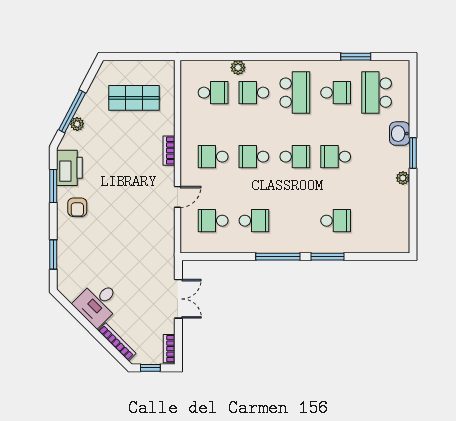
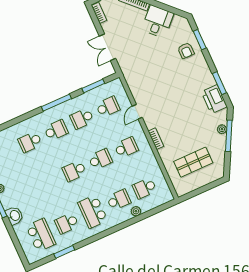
school desk: (336, 157) -> (56, 130), moved
armchair: (77, 207) -> (186, 51), moved, turned 180
window: (328, 257) -> (93, 86), moved

